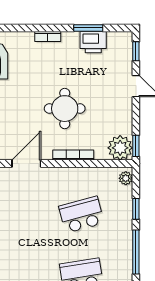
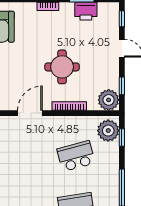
window: (136, 146) -> (122, 86), moved
plant: (126, 178) -> (108, 131), width x1.87, depth x1.87
window: (136, 209) -> (122, 138), moved

